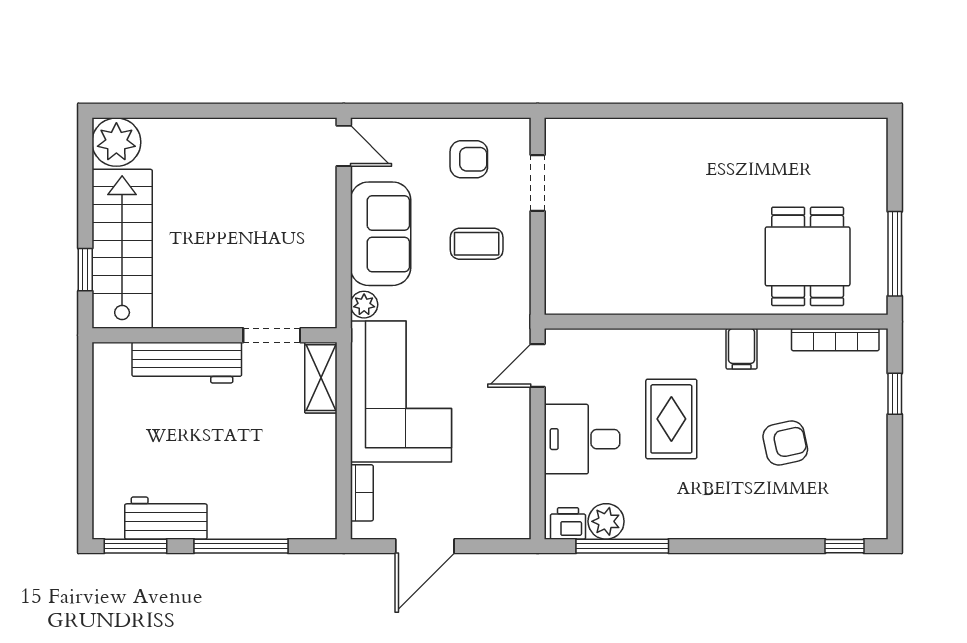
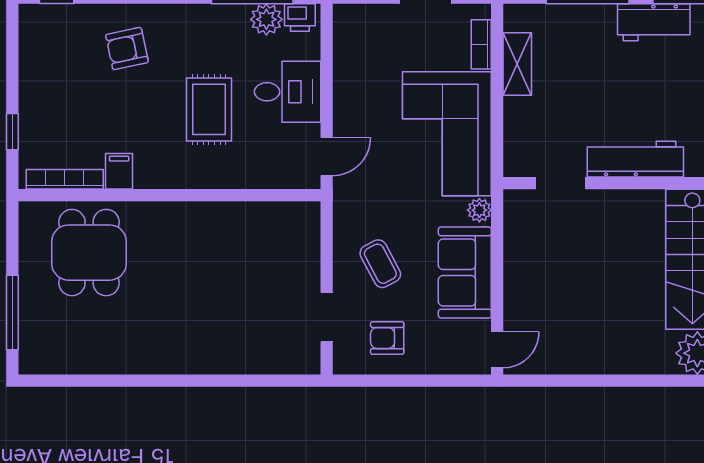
door: (344, 146) -> (497, 350), swing flipped
coffee table: (477, 244) -> (380, 264), turned 62
window: (895, 254) -> (12, 313), moved
filing cabinet: (742, 349) -> (119, 171), moved
shelving: (321, 378) -> (517, 64), moved
armchair: (785, 443) -> (127, 48), moved

